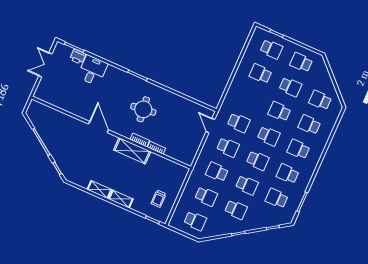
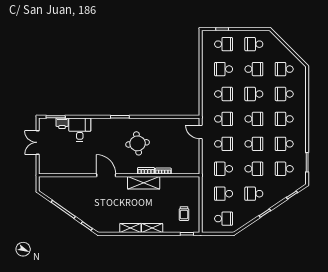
school desk: (250, 98) -> (224, 94), added
school desk: (206, 196) -> (224, 194), turned 180
school desk: (236, 210) -> (254, 194), turned 180

